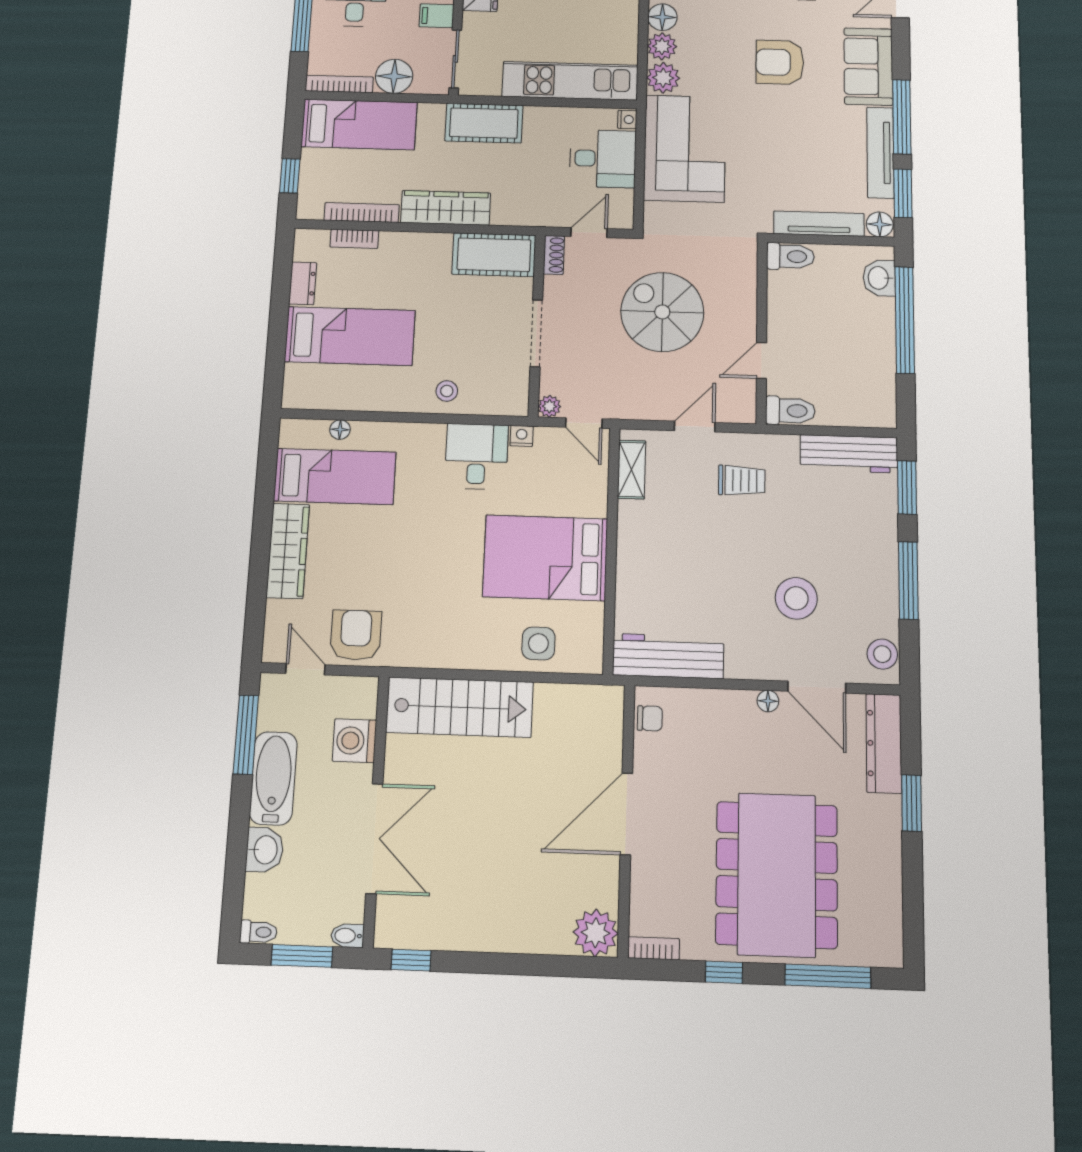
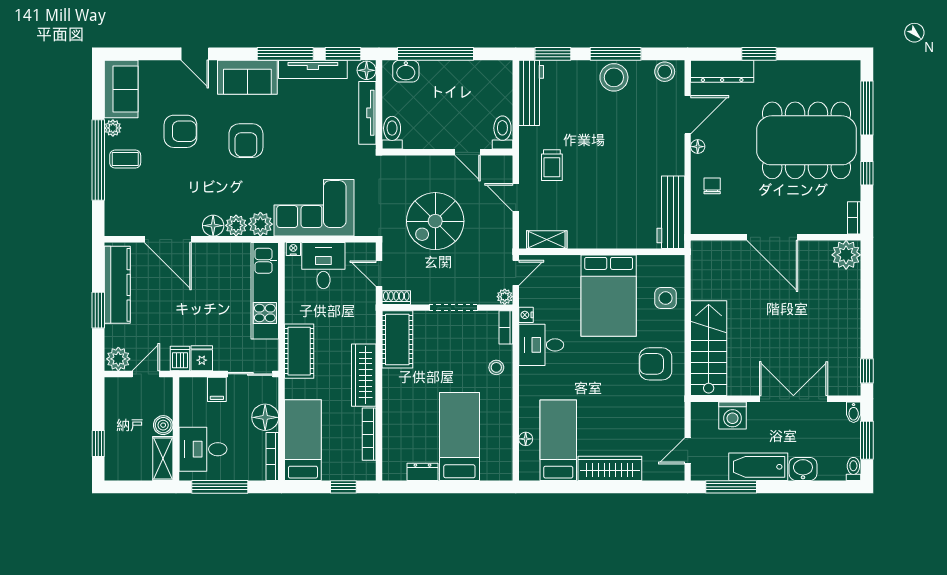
bookcase: (354, 239) -> (506, 327), moved, turned 180
trolley: (742, 480) -> (552, 165), turned 180
stool: (796, 598) -> (614, 77), moved
armchair: (356, 635) -> (656, 364), moved
chair: (650, 718) -> (712, 186), moved

